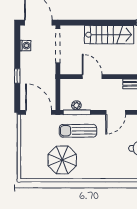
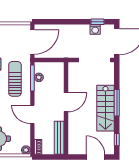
window: (103, 23) -> (117, 103), added
window: (17, 76) -> (97, 22), moved
door: (92, 77) -> (66, 102), moved

